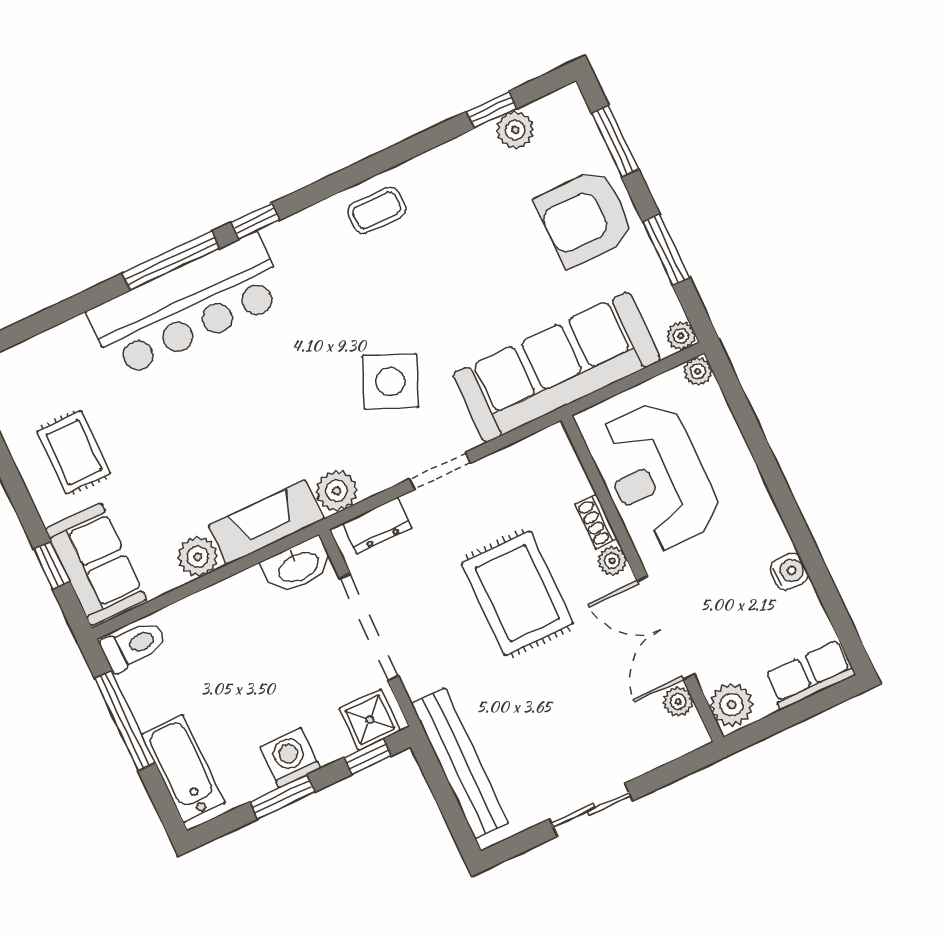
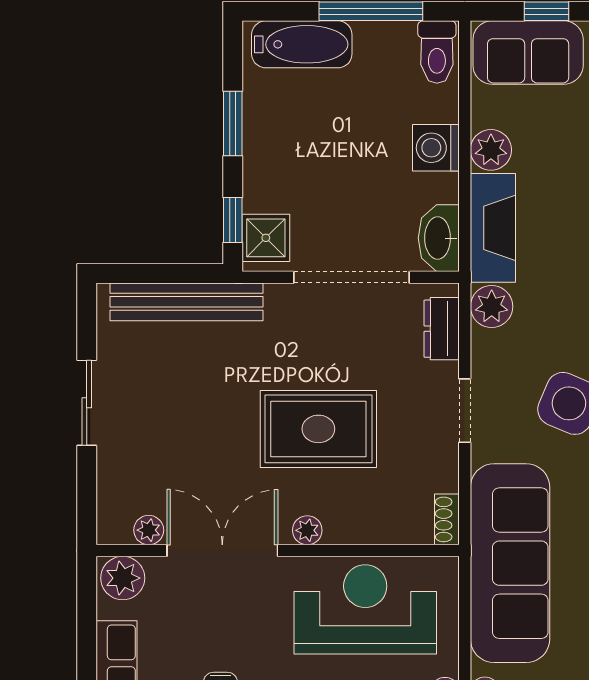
shoe rack: (596, 522) -> (447, 519), moved, turned -90
washing machine: (290, 758) -> (436, 148), moved, turned 180

